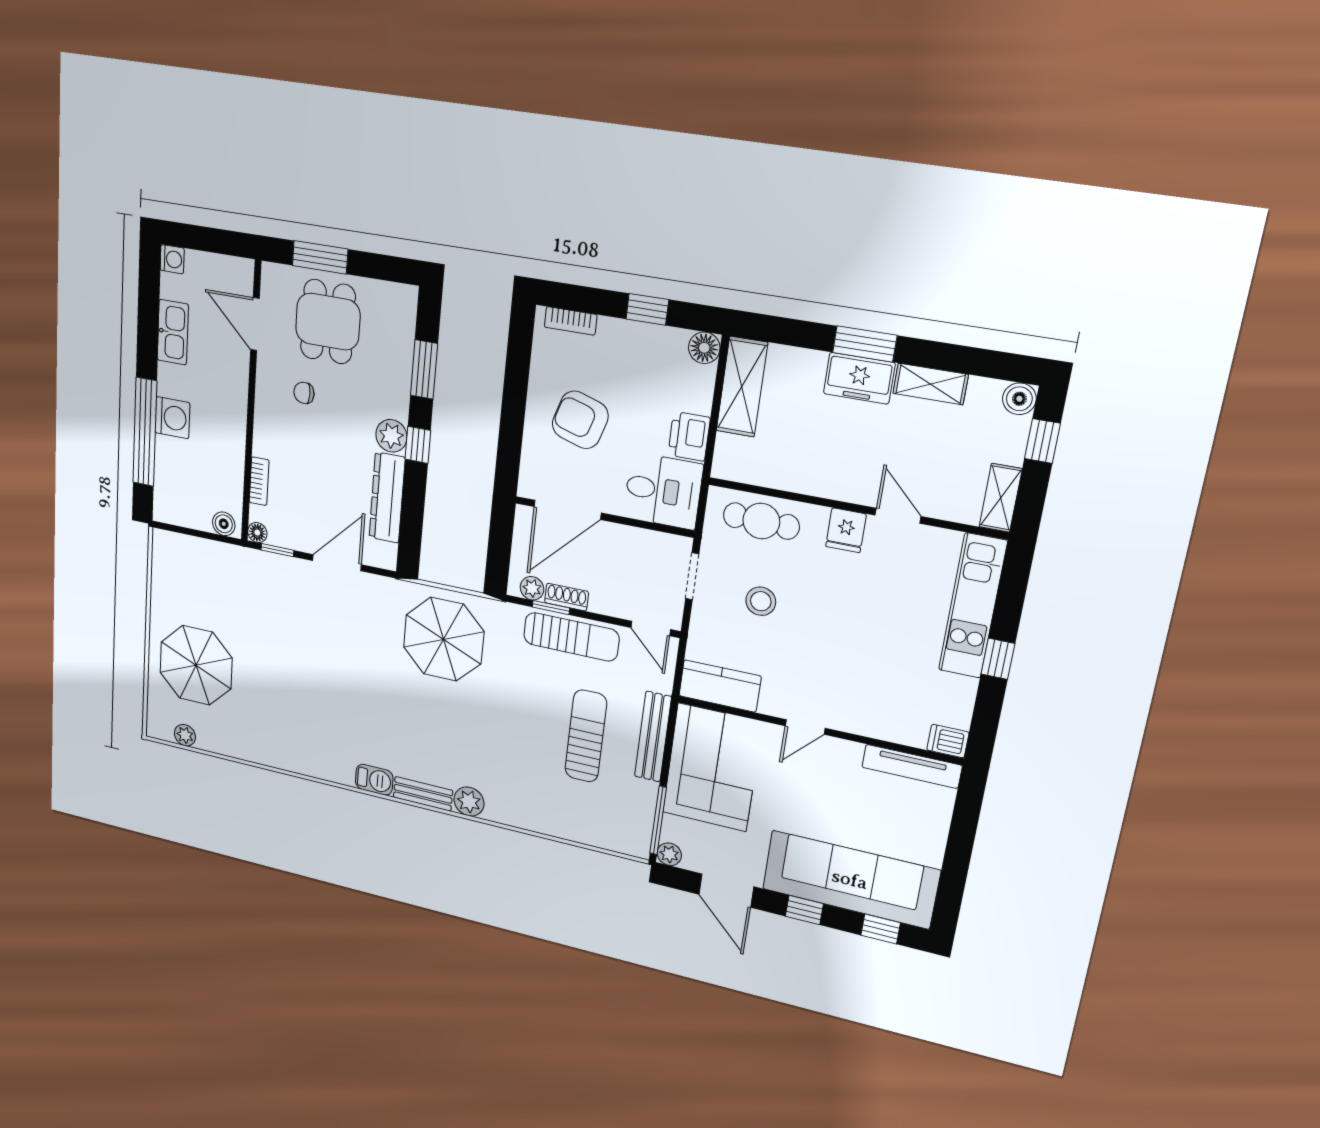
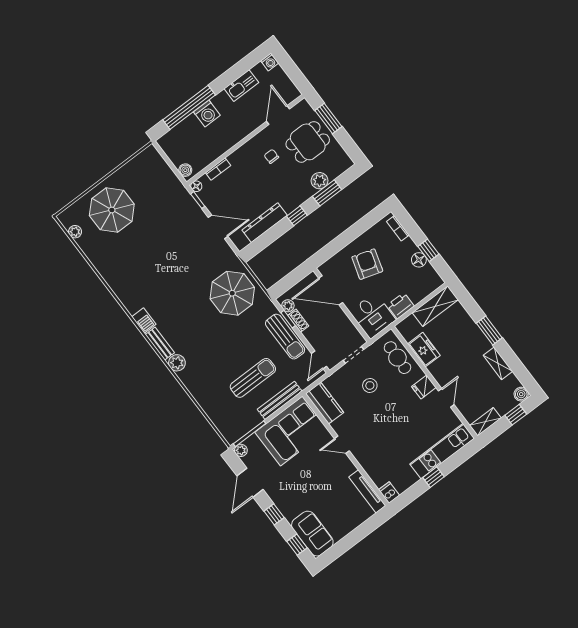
floor lamp: (704, 348) -> (419, 260), moved
freezer: (859, 378) -> (424, 350), moved, turned 180
plant: (391, 436) -> (319, 181), moved
sofa: (850, 880) -> (312, 534), width x0.54, depth x0.79

